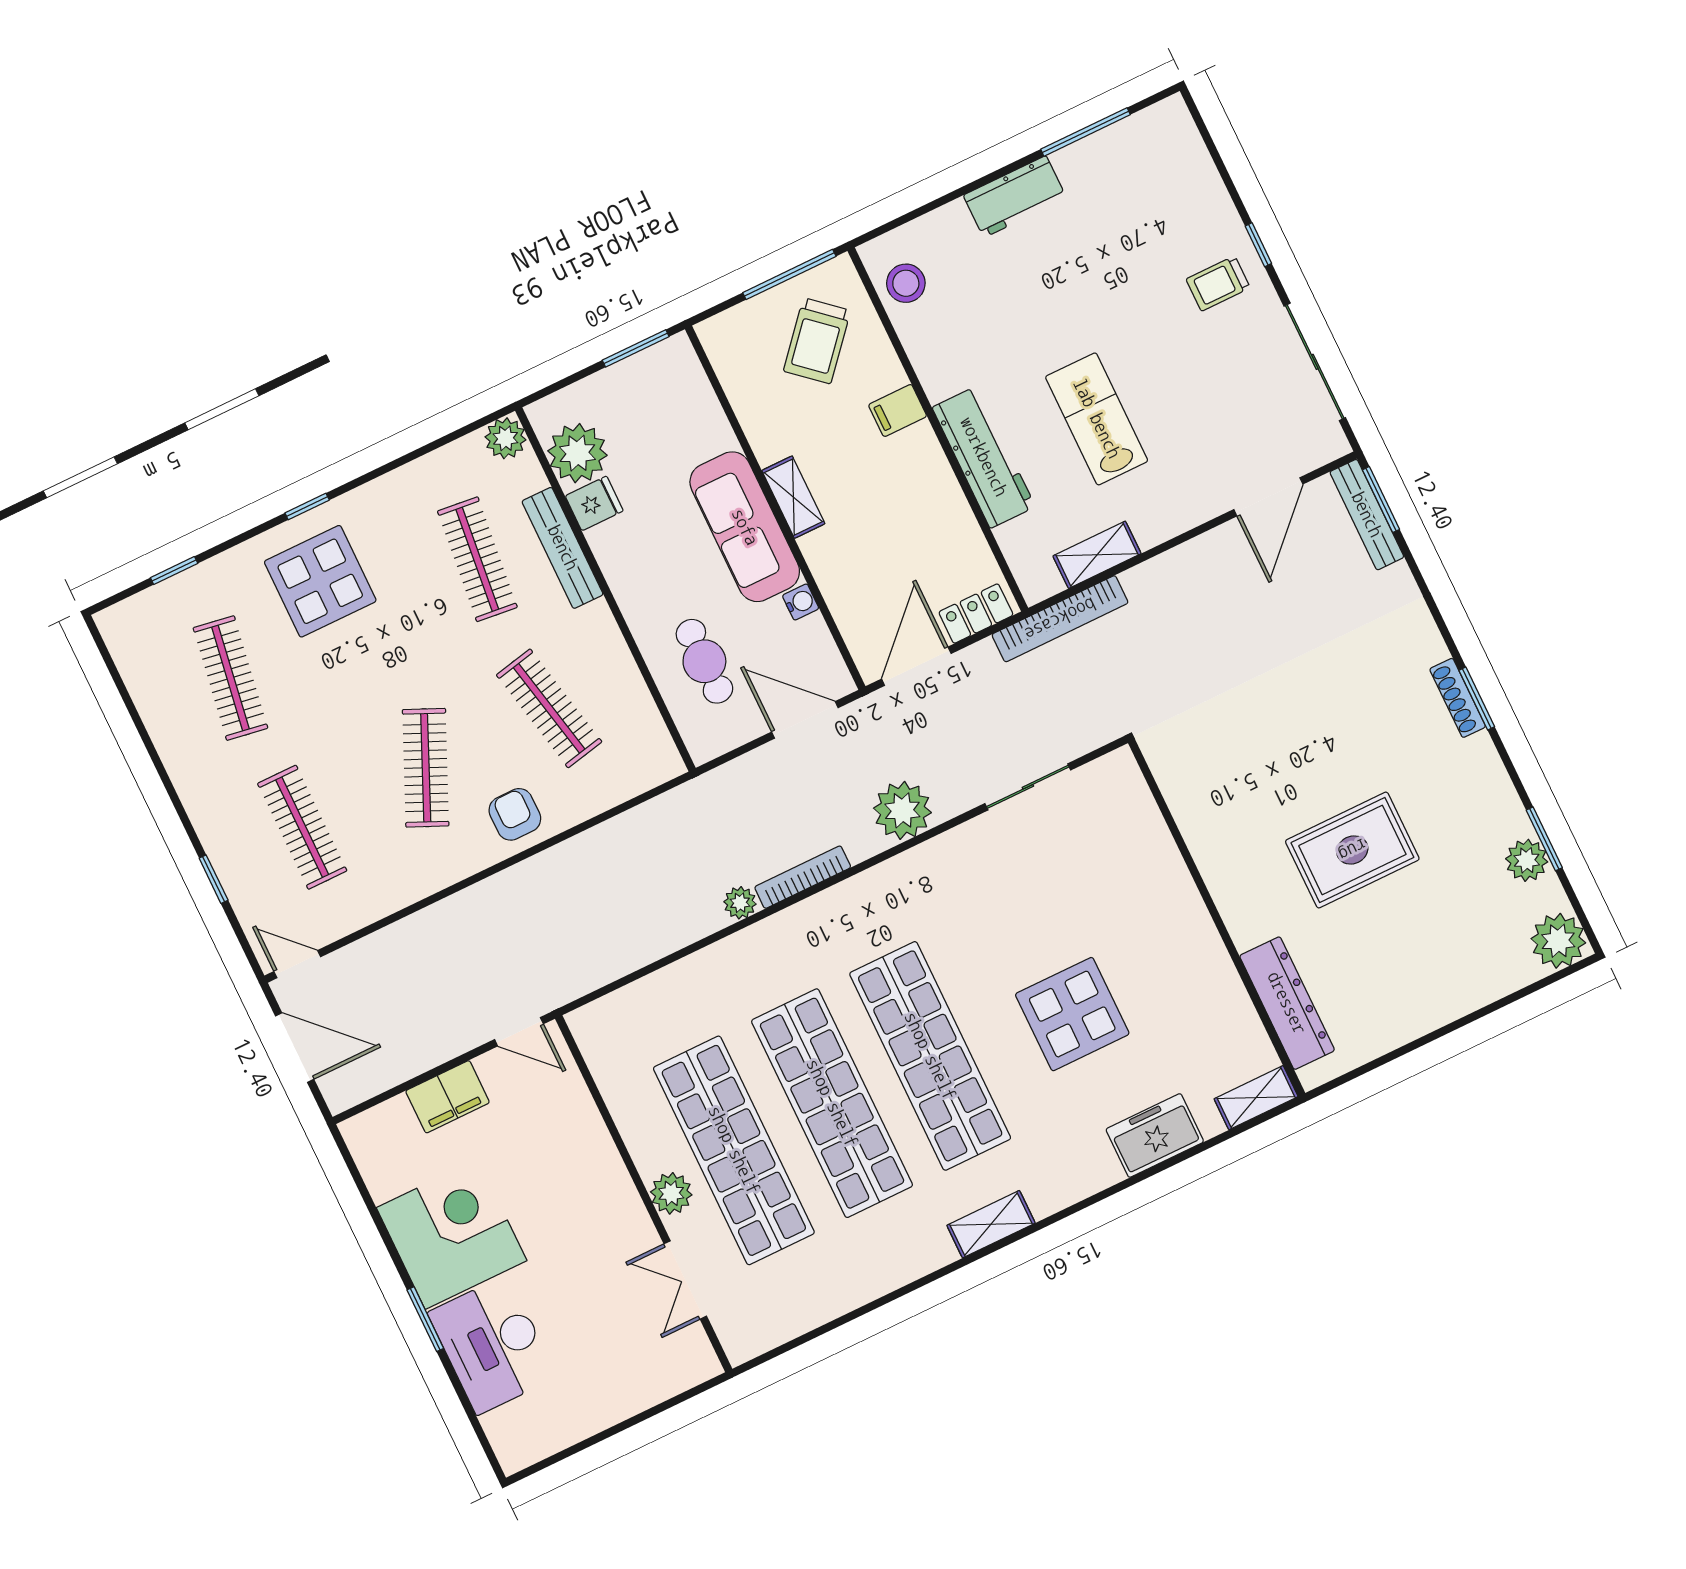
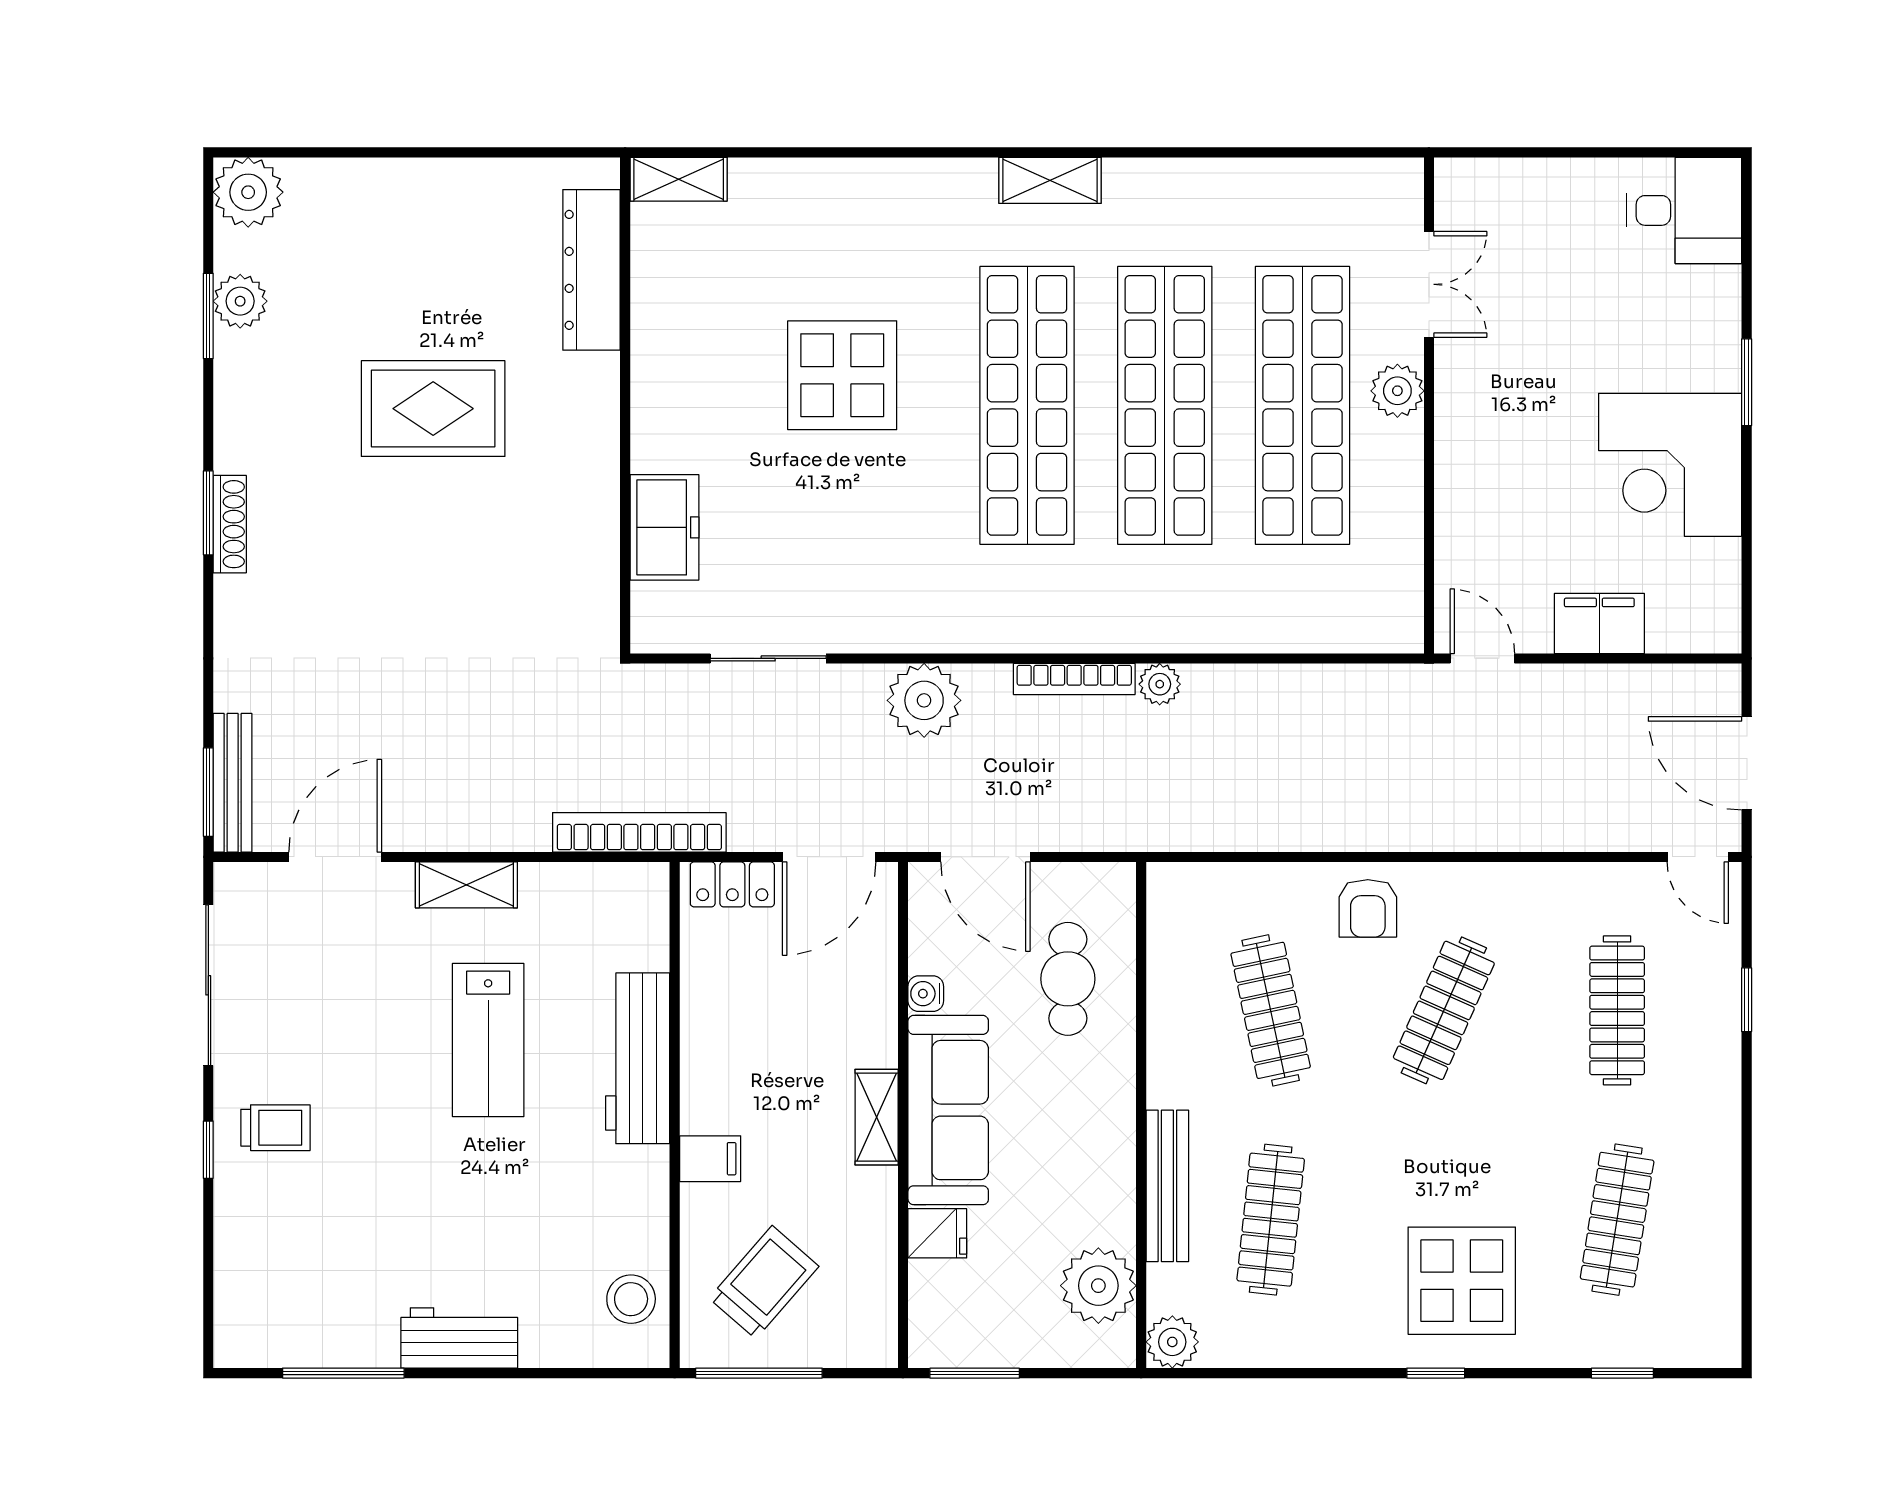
fridge: (594, 503) -> (937, 1233), moved, turned 180
shelving: (1097, 555) -> (466, 885), moved
freezer: (1155, 1135) -> (664, 527), moved, turned -90
desk: (492, 1345) -> (1684, 210), moved, width x0.73

